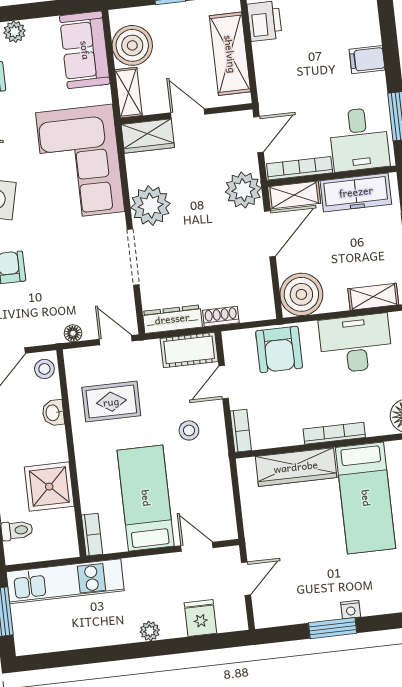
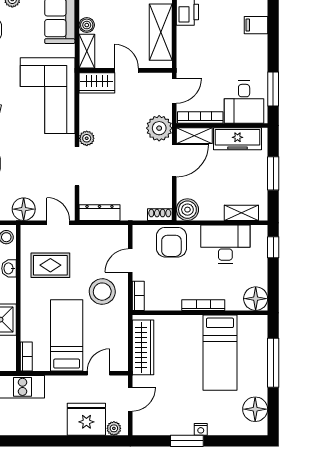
boiler: (132, 45) -> (87, 25), width x0.54, depth x0.54
filing cabinet: (367, 60) -> (256, 25), moved
plant: (151, 206) -> (87, 138), width x0.53, depth x0.53
boiler: (301, 294) -> (187, 210), width x0.73, depth x0.73
shoe rack: (221, 317) -> (160, 215), moved
floor lamp: (73, 333) -> (24, 209), width x1.89, depth x1.89
cot: (189, 350) -> (109, 235), removed
stool: (189, 430) -> (102, 292), width x1.89, depth x1.89
wardrobe: (296, 467) -> (143, 347), moved, turned -90
door: (197, 547) -> (99, 373), hinge flipped
fridge: (200, 618) -> (86, 419), width x1.88, depth x1.34
plant: (150, 631) -> (114, 428), moved

